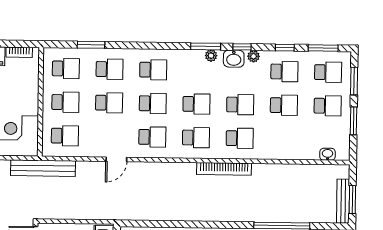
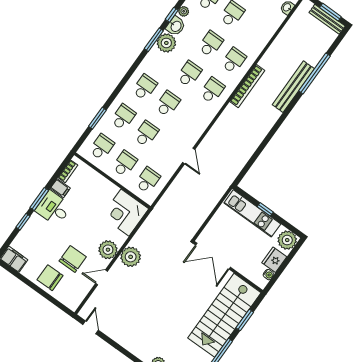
plant: (211, 56) -> (166, 43), width x1.87, depth x1.87
school desk: (152, 137) -> (191, 120), removed
bench: (43, 168) -> (293, 87), moved

